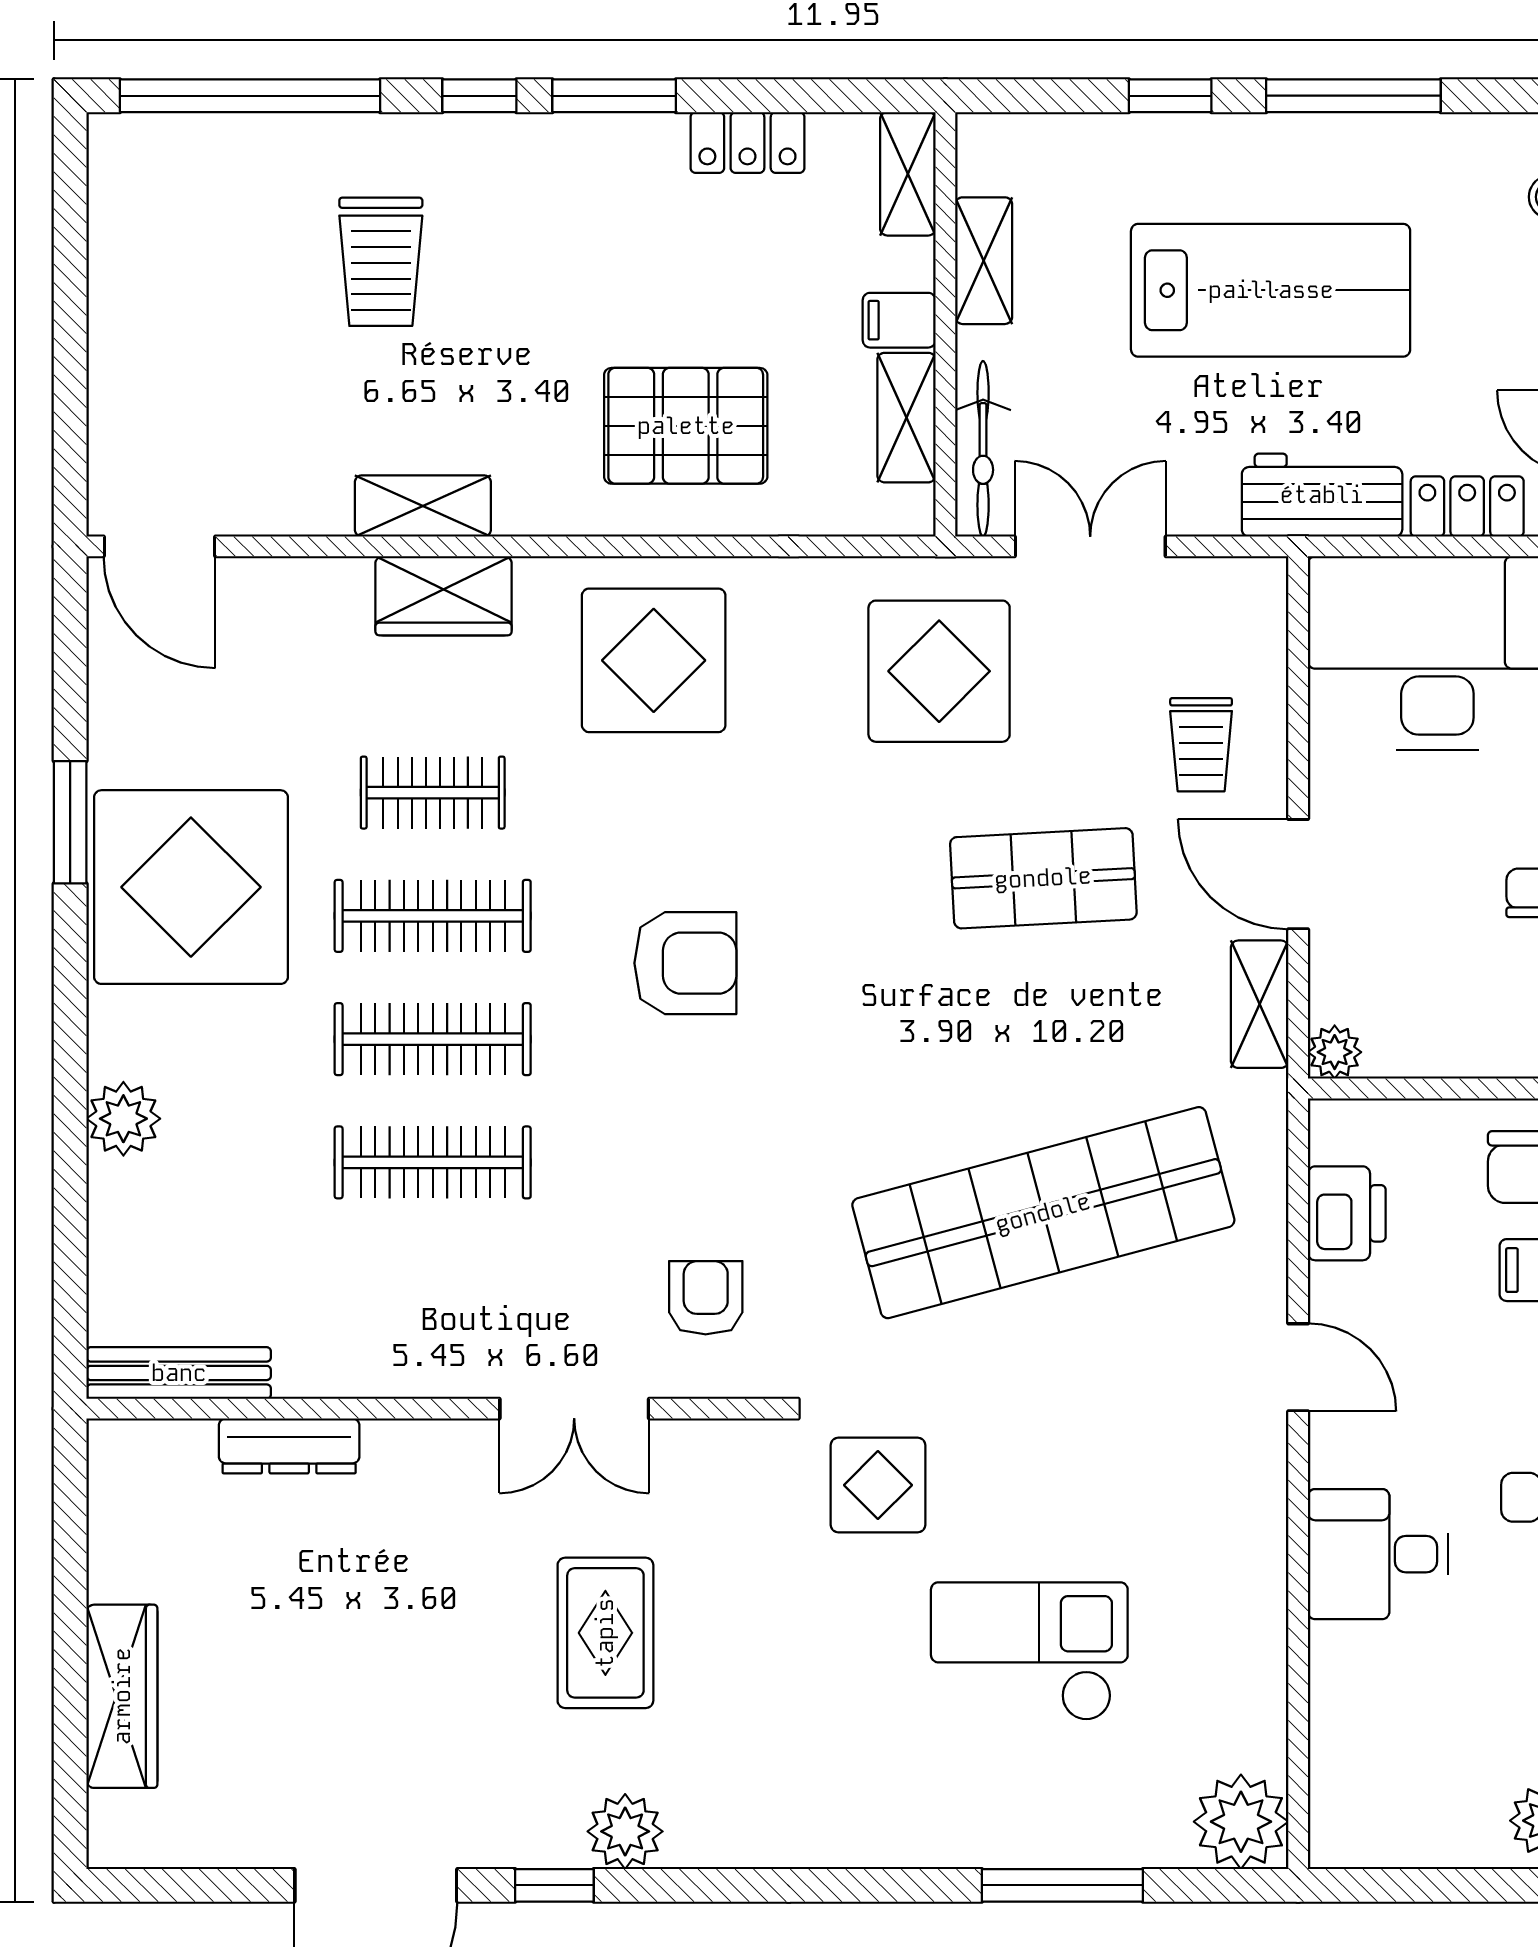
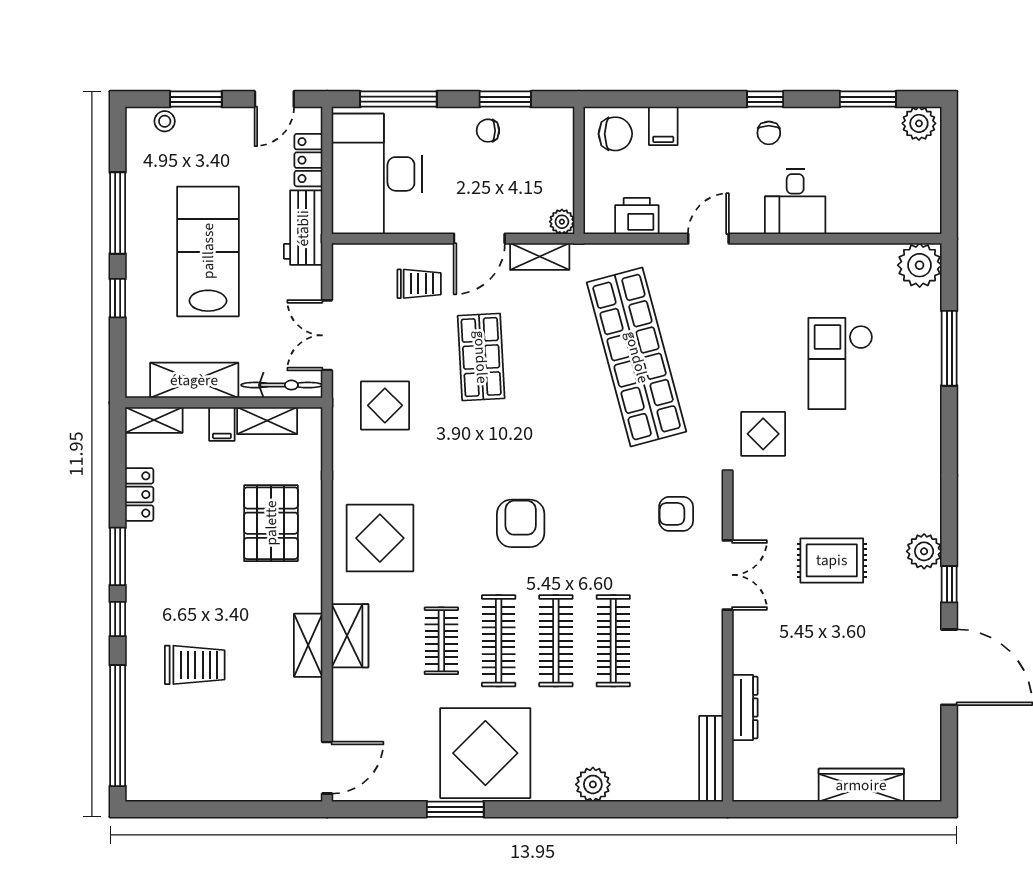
shelving: (984, 261) -> (194, 380), width x1.50, depth x1.33
display table: (939, 671) -> (385, 405), width x0.73, depth x0.73

